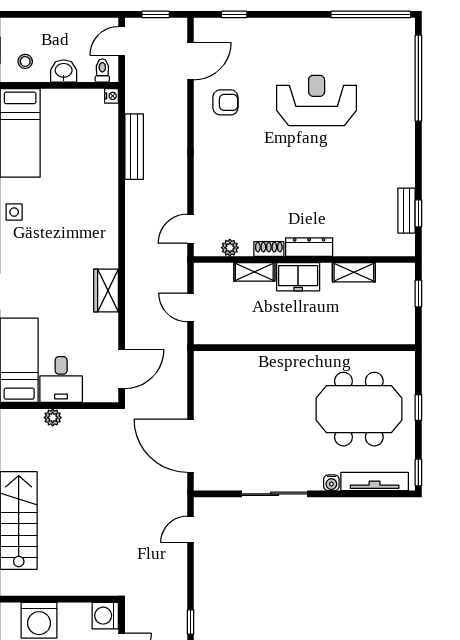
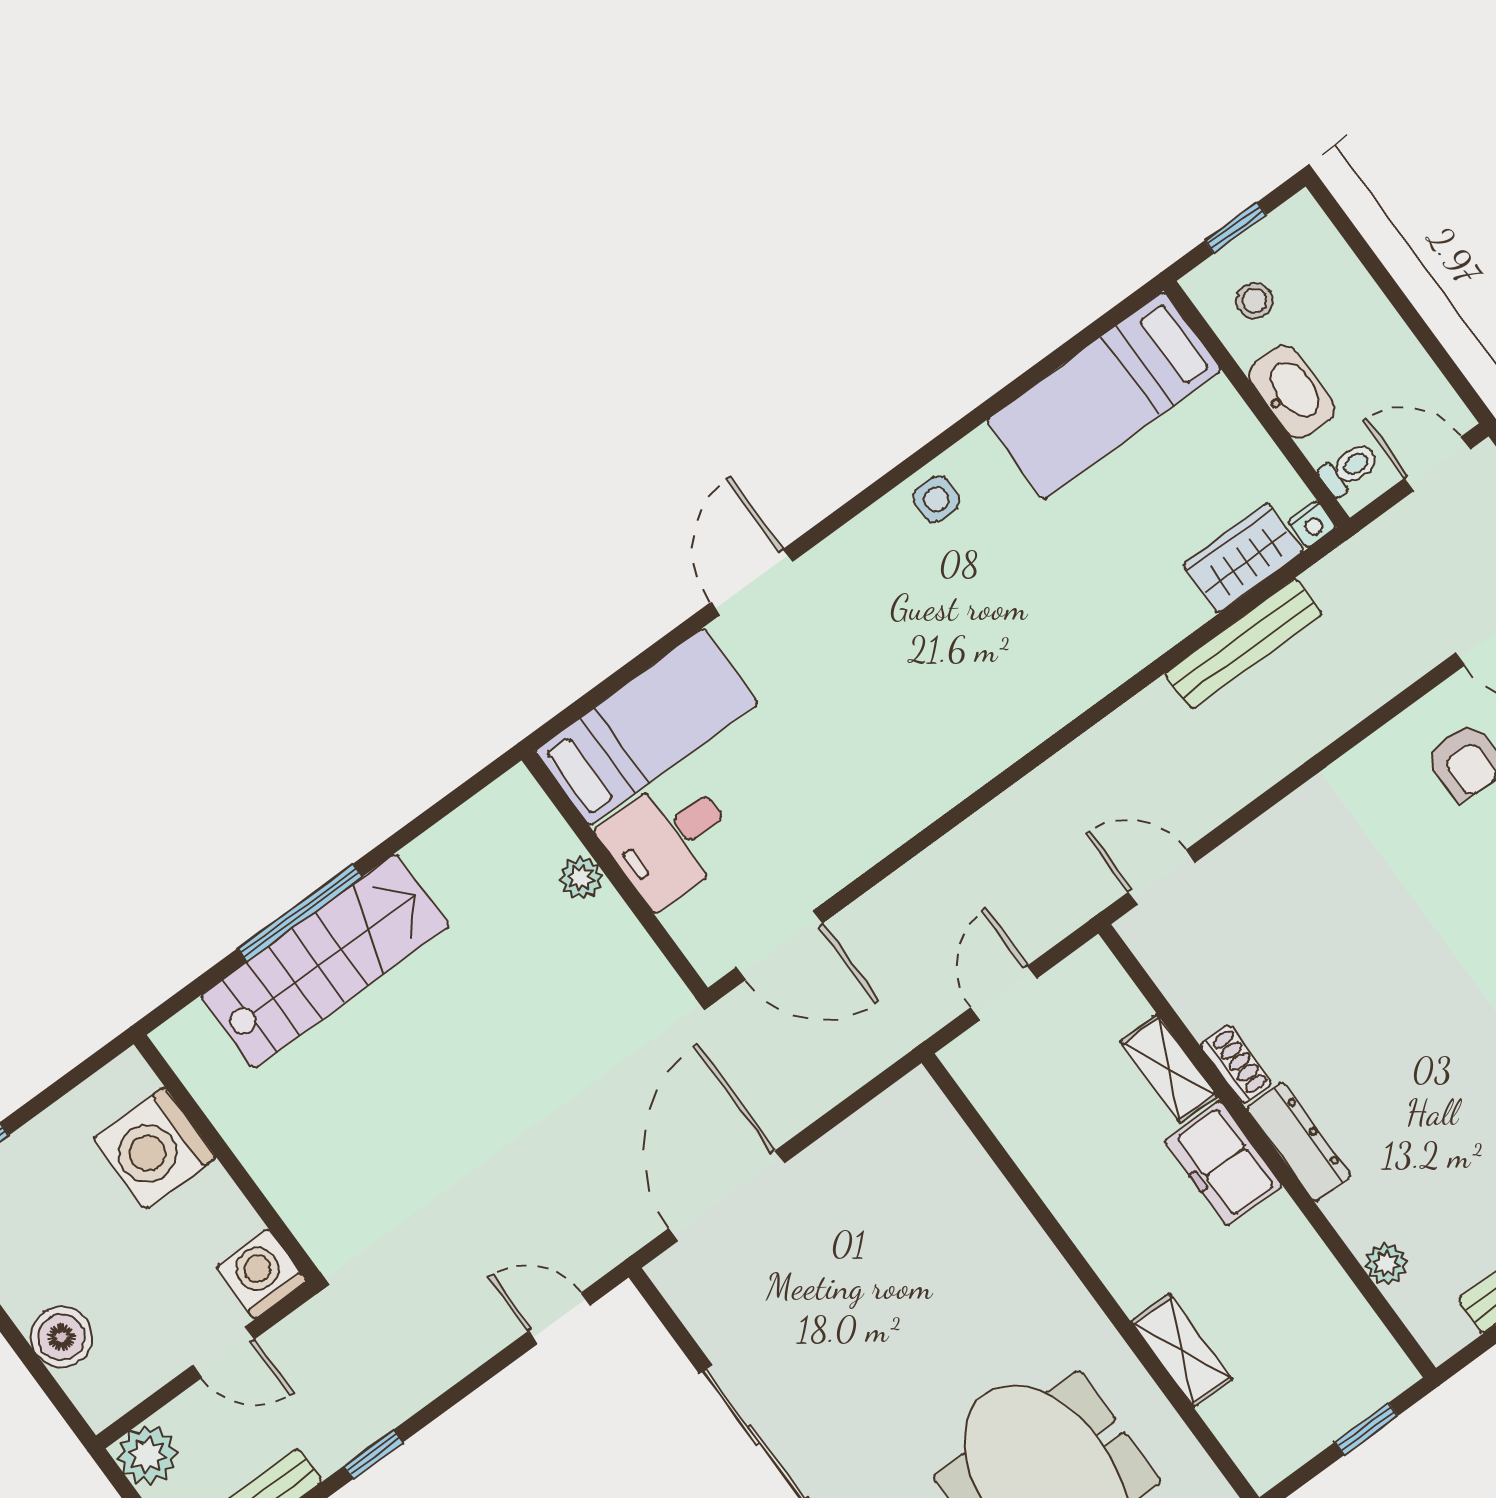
washbasin: (64, 71) -> (1292, 392), width x1.38
plant: (230, 248) -> (1386, 1264), moved
shelving: (354, 272) -> (1181, 1350), moved
wardrobe: (106, 291) -> (1243, 558), moved

